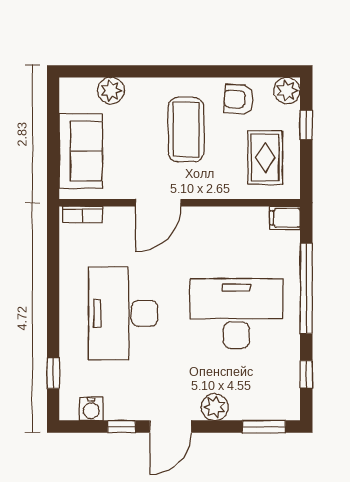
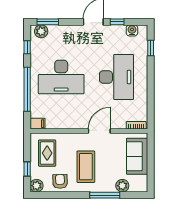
window: (147, 71) -> (105, 195), added
armchair: (239, 99) -> (60, 181), turned -96
plant: (215, 407) -> (41, 31), moved

